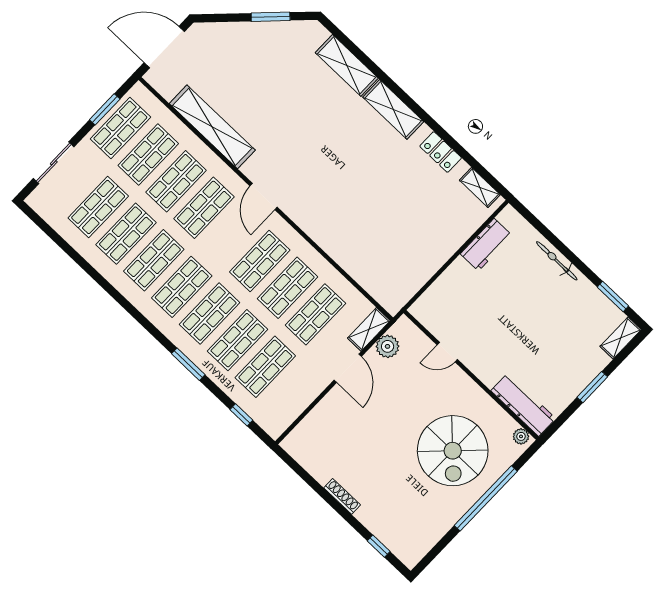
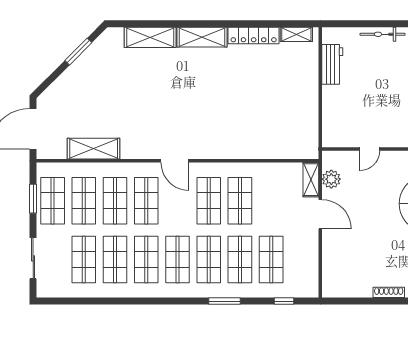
shelving: (212, 127) -> (94, 149), width x0.68
locker: (441, 152) -> (254, 36), width x1.53
shop shelf: (315, 314) -> (271, 201), removed

